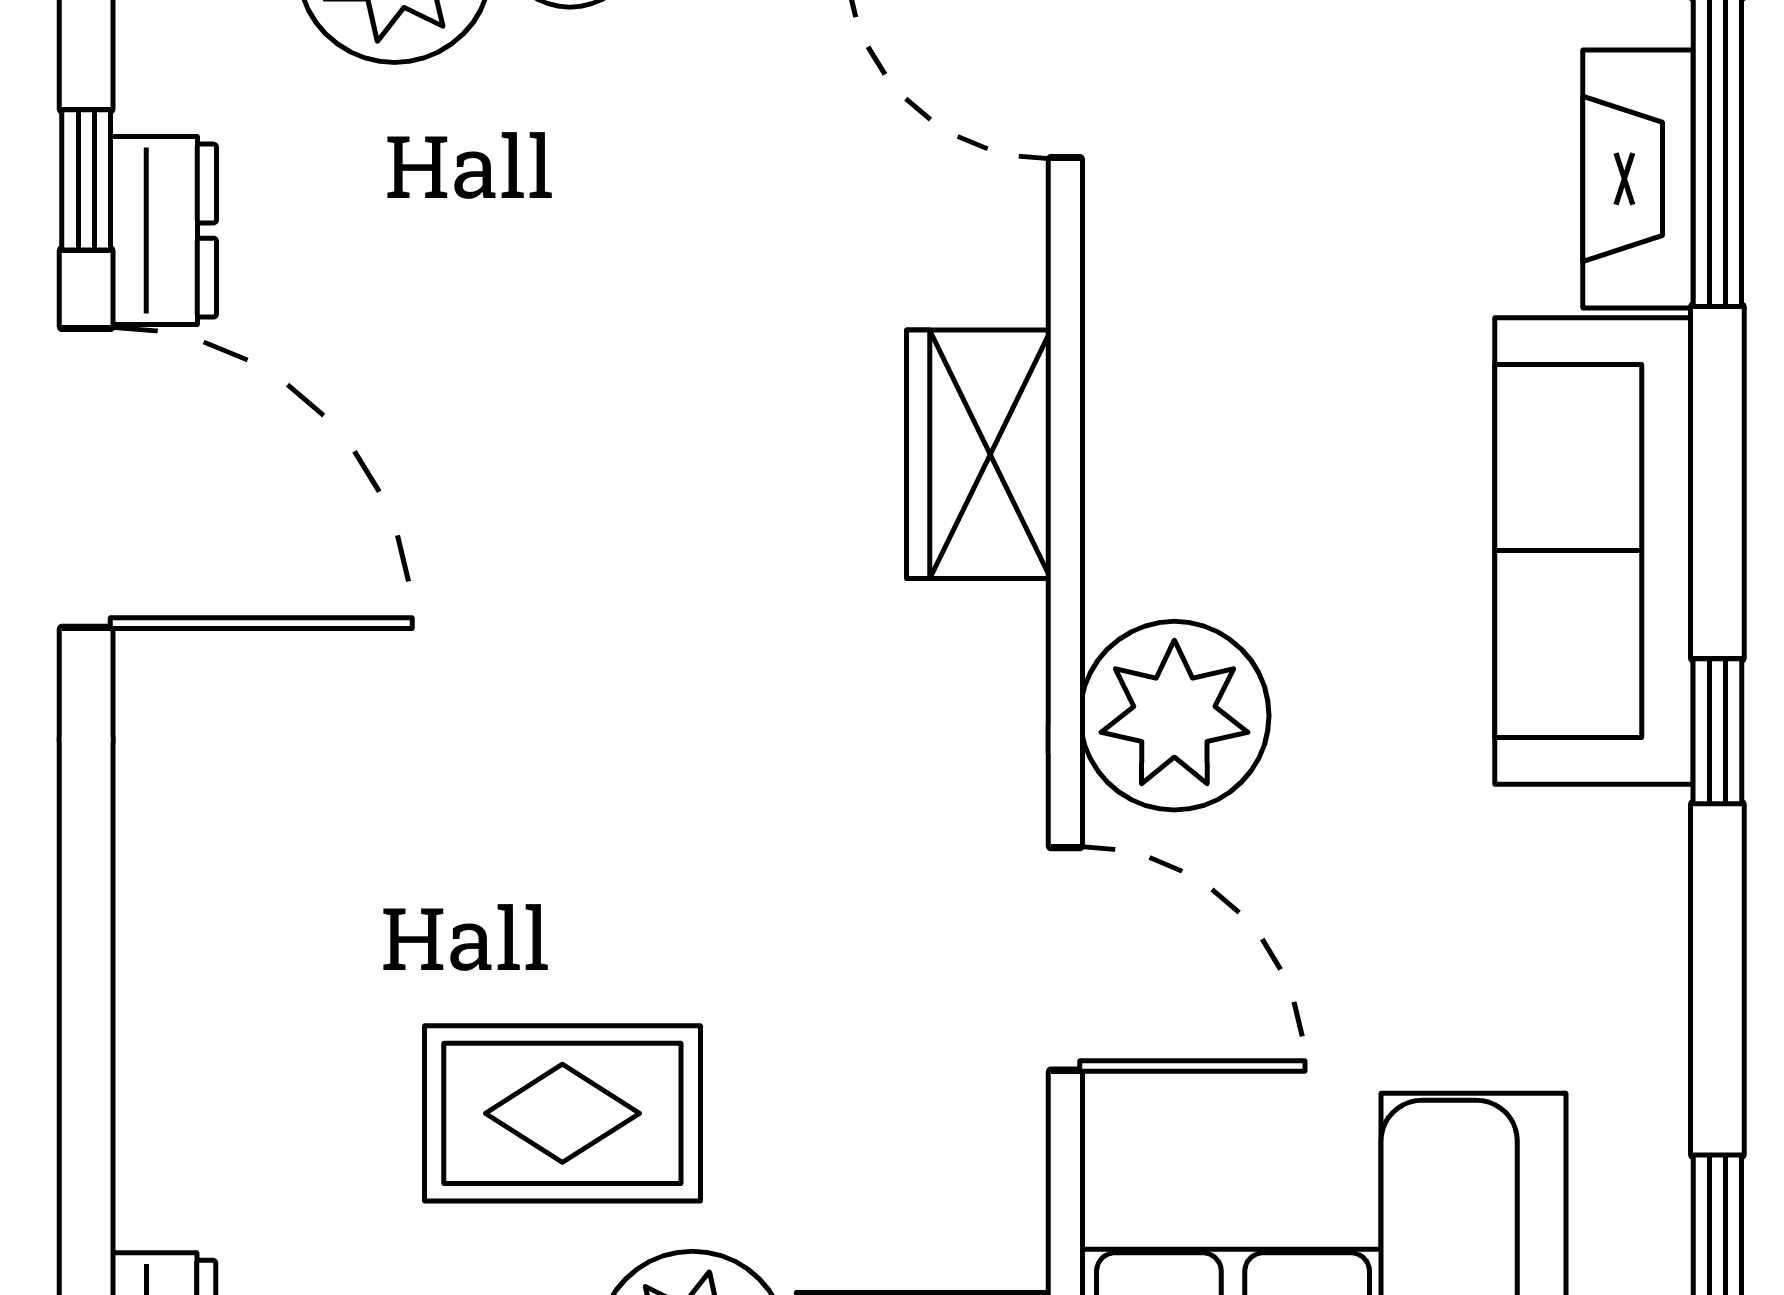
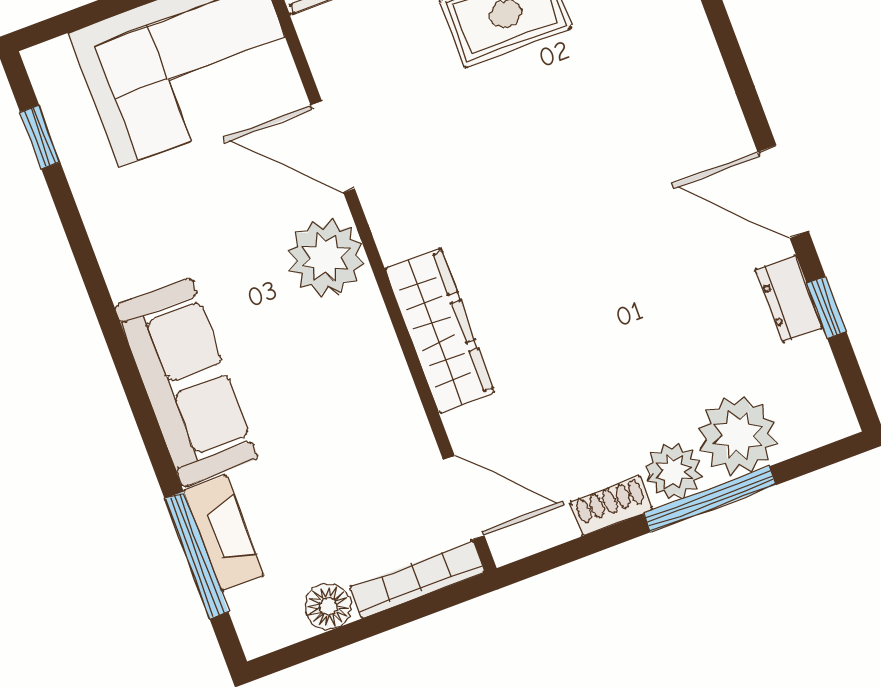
wardrobe: (979, 454) -> (440, 330), width x1.50
door: (86, 478) -> (783, 192), width x0.73
window: (1717, 731) -> (112, 330), removed

